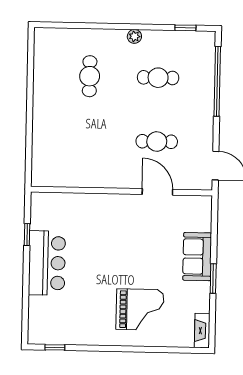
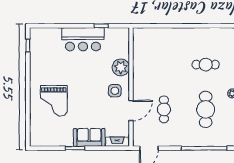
cafe table: (158, 78) -> (206, 109), width x1.37, depth x1.35
plant: (91, 206) -> (121, 67), added
side table: (127, 216) -> (115, 91), added
fireplace: (202, 331) -> (117, 142), moved

